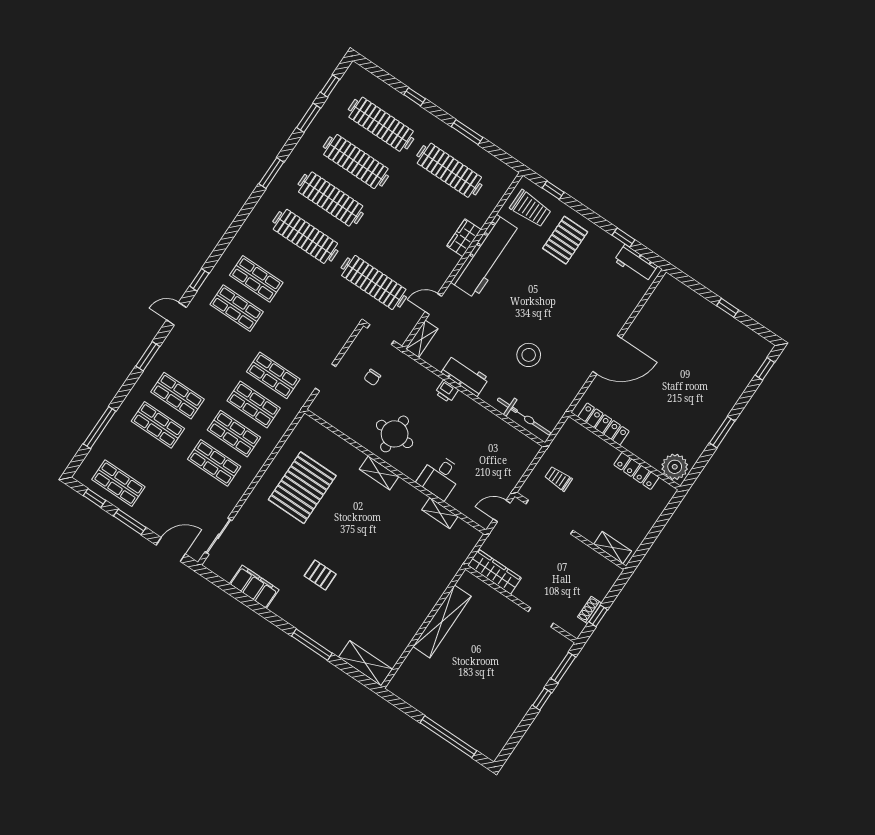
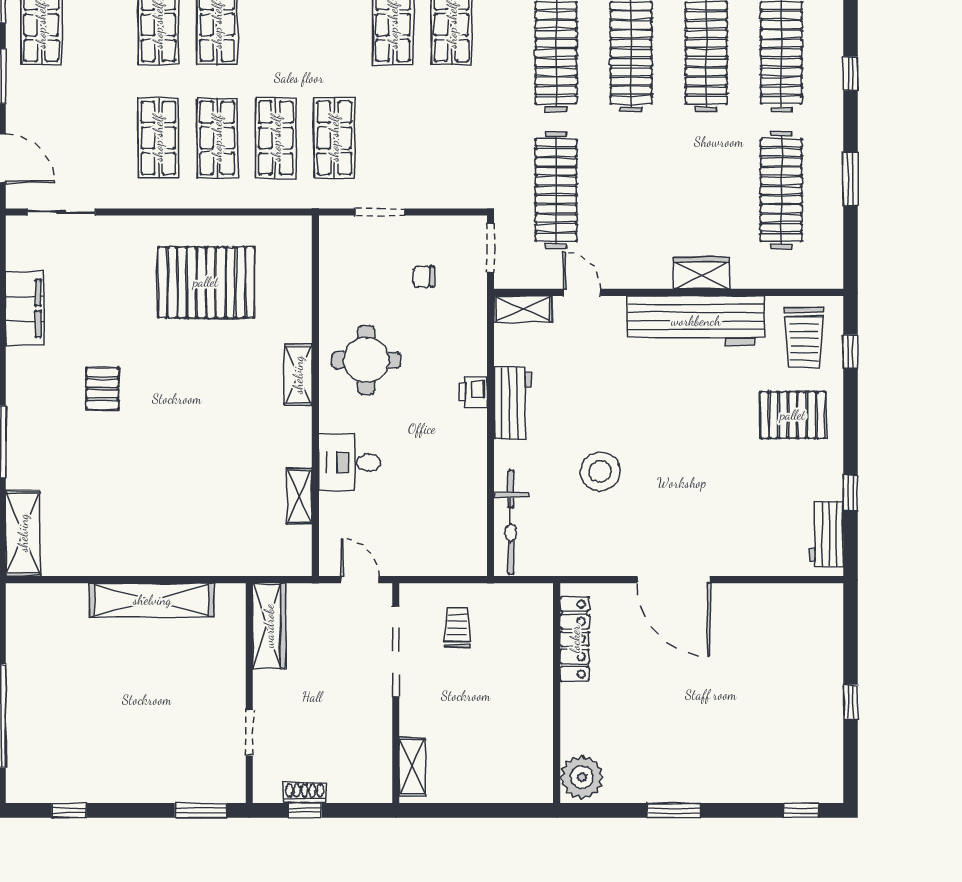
locker: (636, 471) -> (540, 728), removed
window: (542, 699) -> (69, 810), moved

